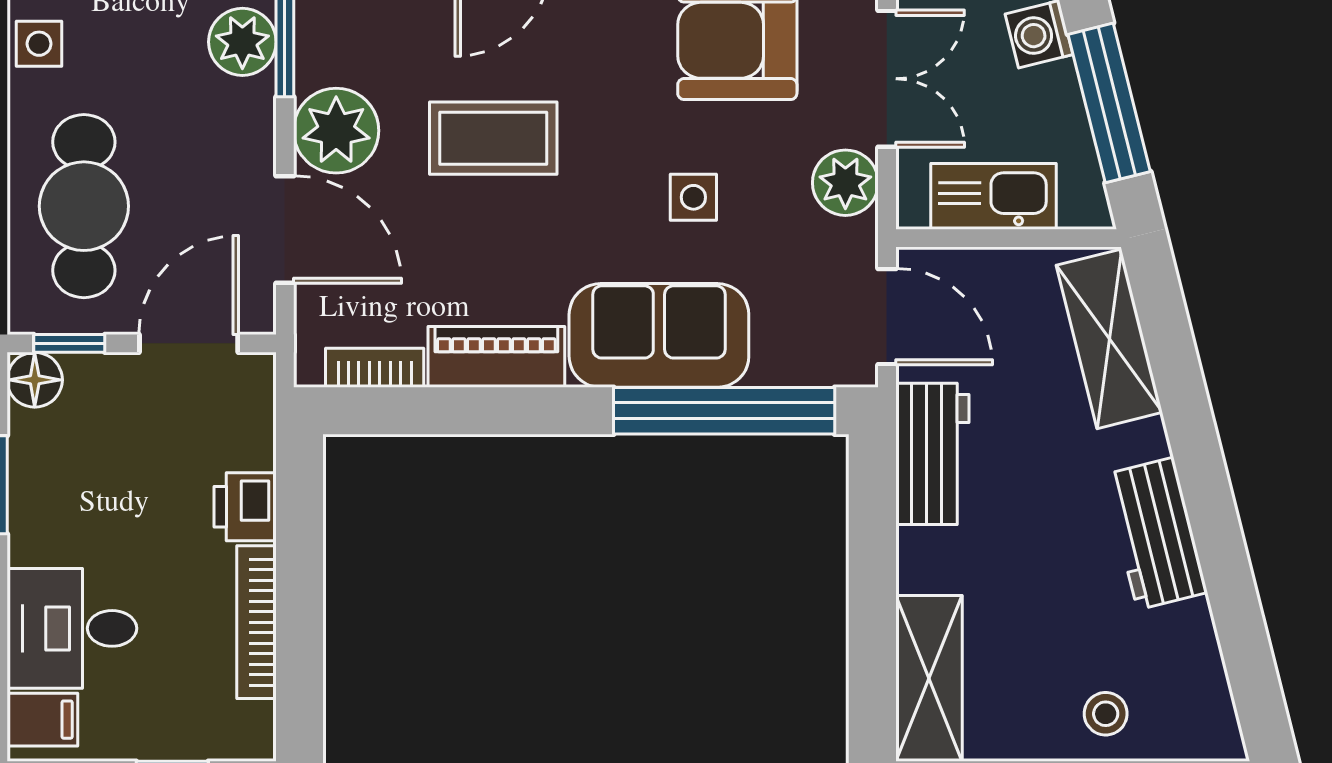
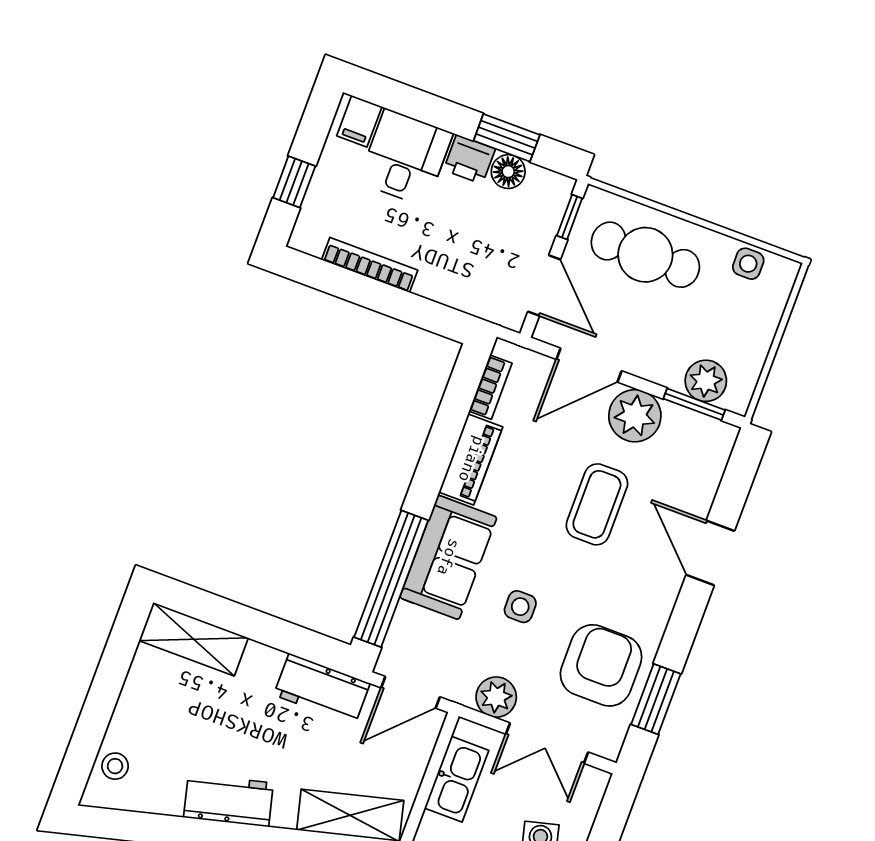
floor lamp: (35, 380) -> (508, 172), moved
printer: (245, 507) -> (469, 159), moved, turned 180
stool: (1106, 714) -> (115, 766), moved

